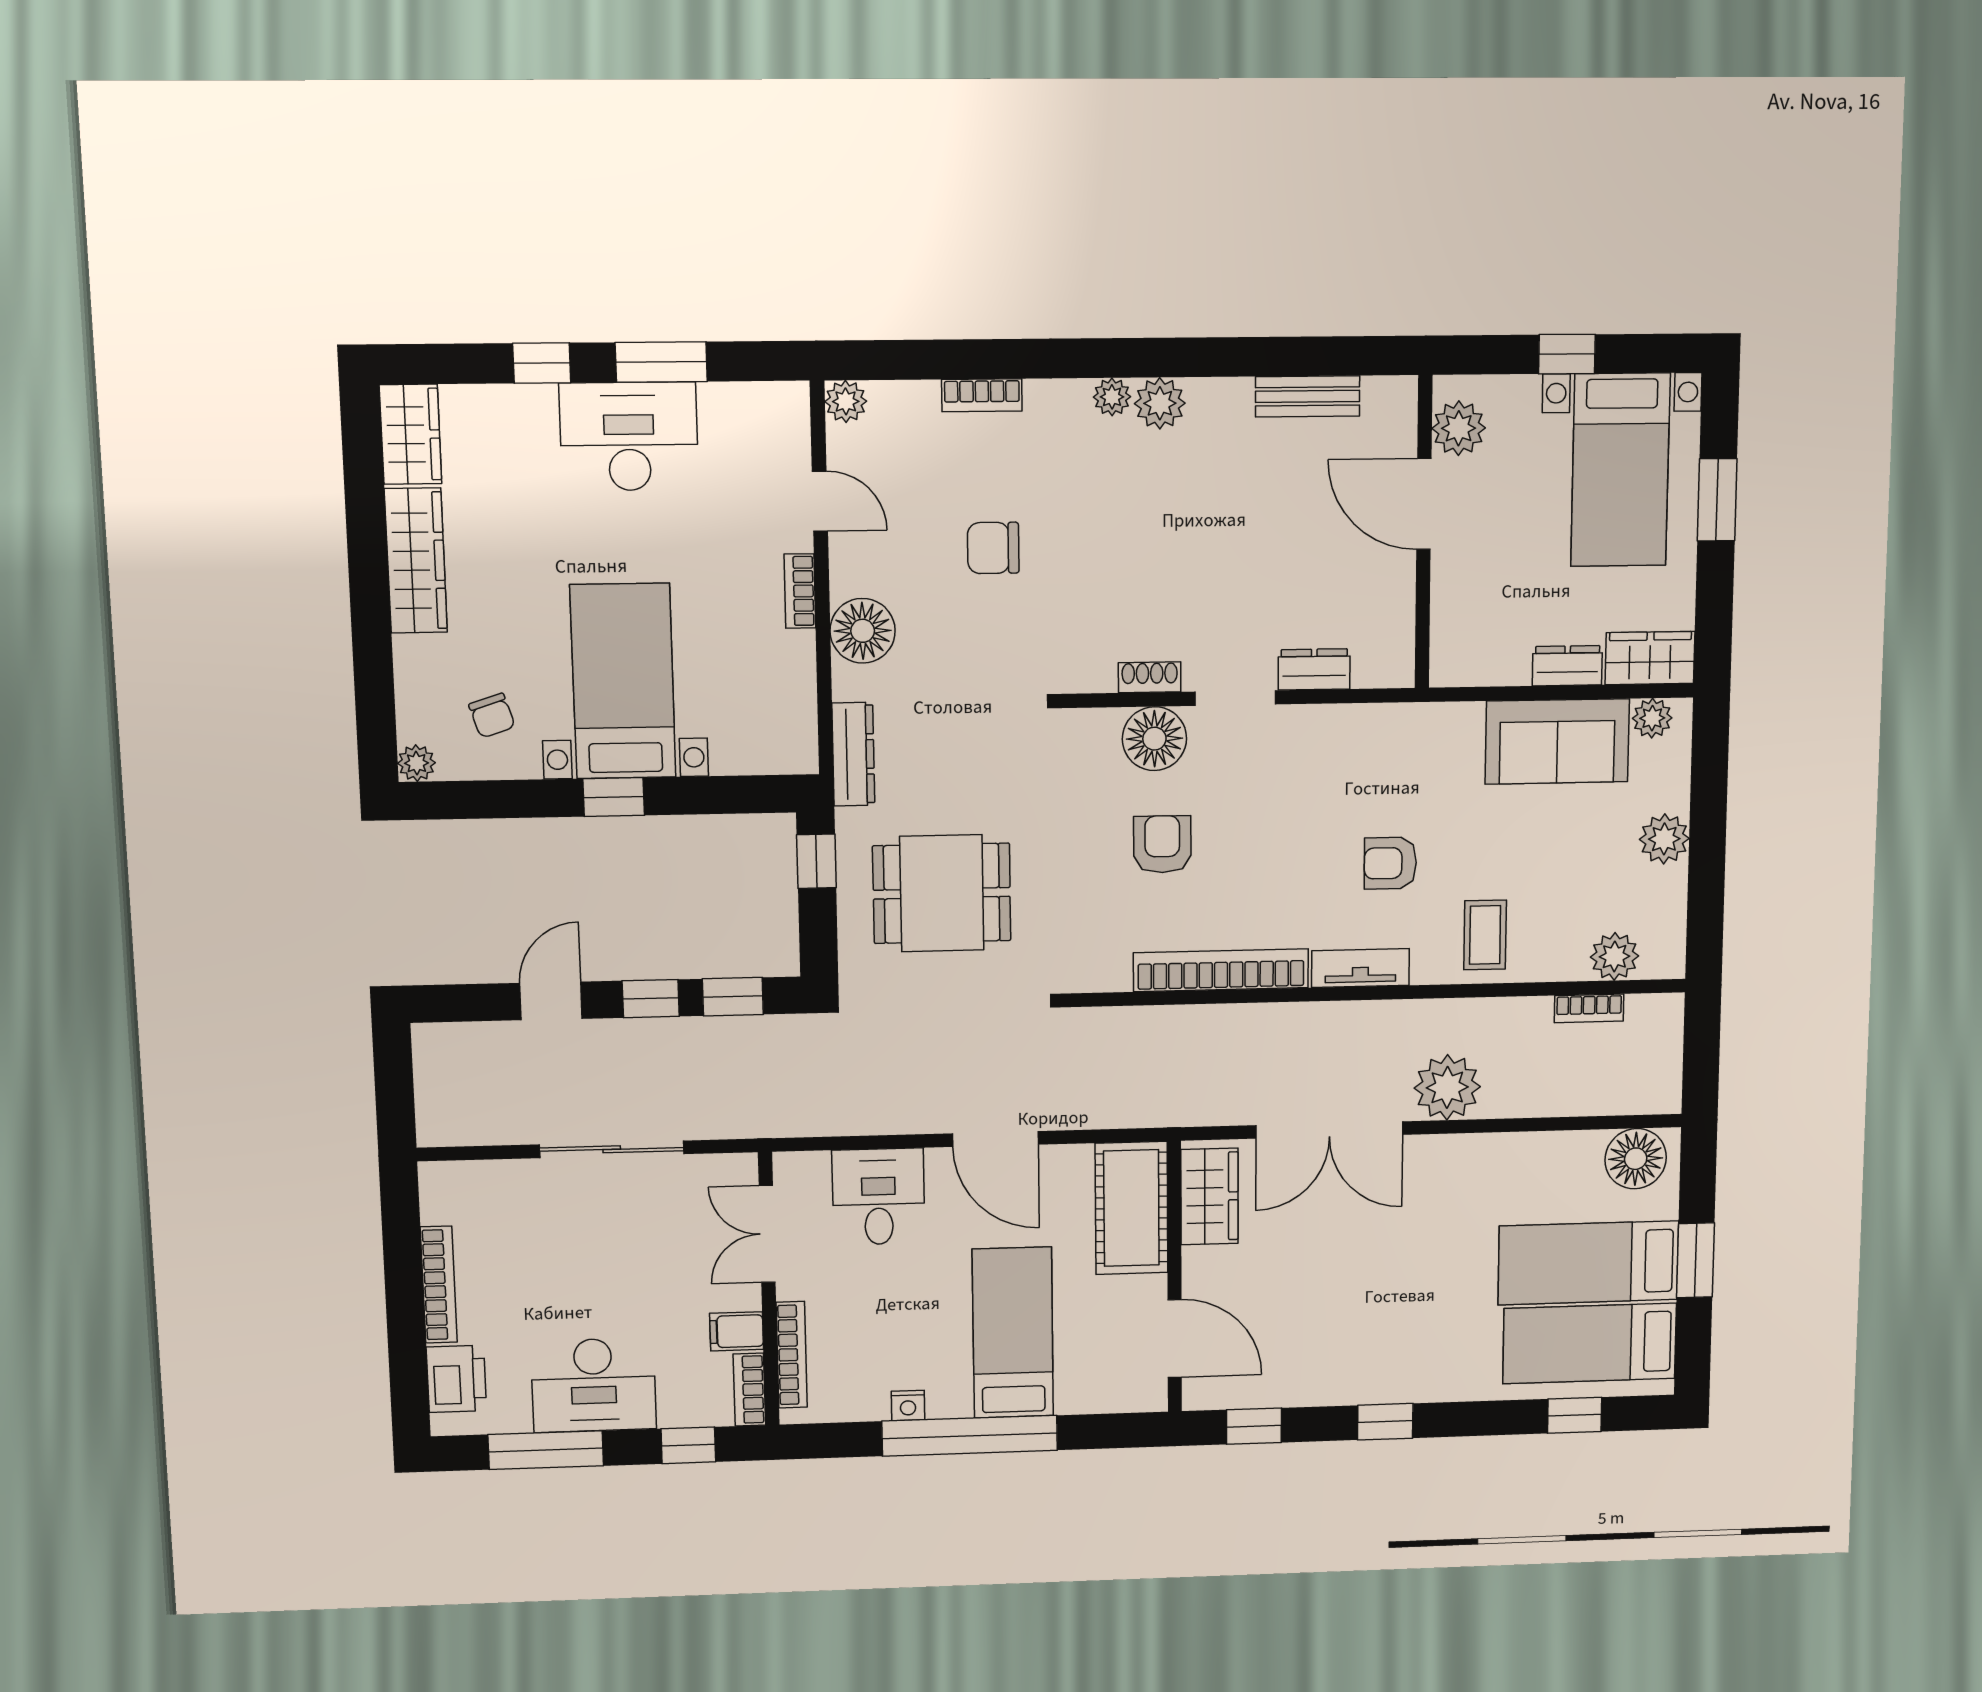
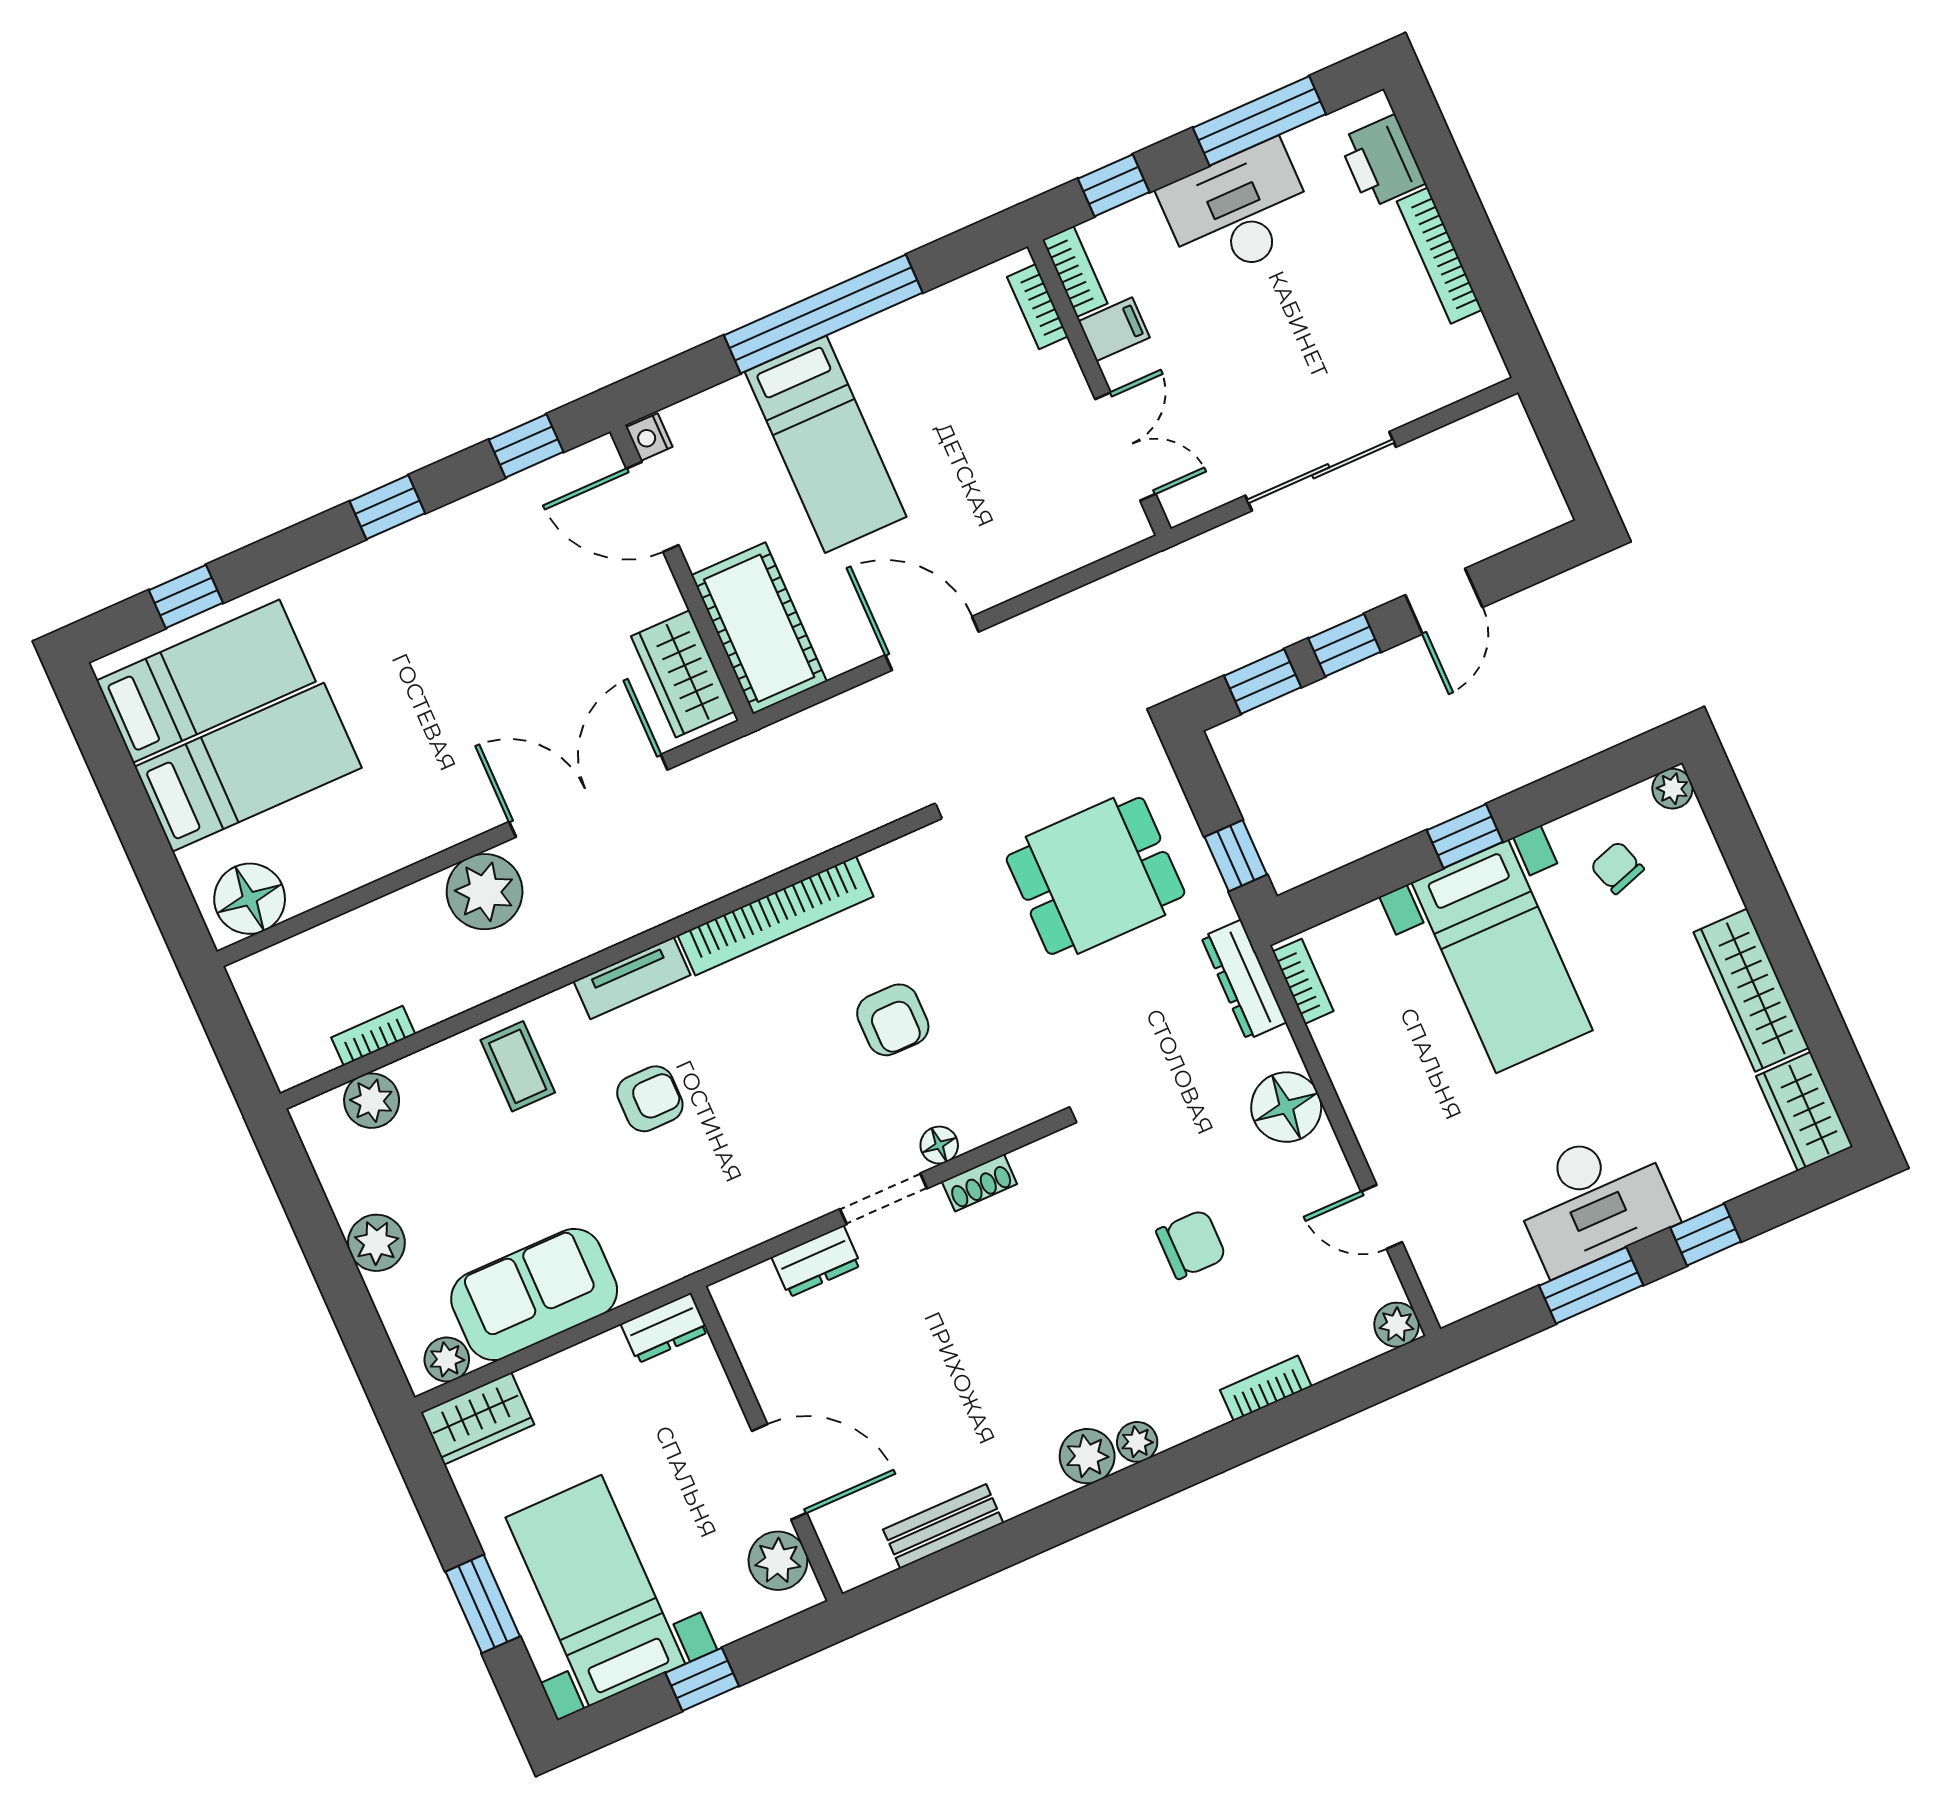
bookcase: (800, 591) -> (1303, 981), moved
dresser: (1567, 666) -> (665, 1328), moved
floor lamp: (1154, 739) -> (939, 1145), width x0.53, depth x0.53
desk: (878, 1197) -> (1027, 533), removed
window: (1695, 1260) -> (134, 817), removed
bookcase: (792, 1355) -> (1038, 307), width x0.64
nightstand: (908, 1405) -> (649, 437), moved, turned -90

